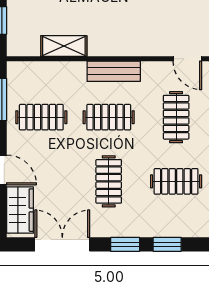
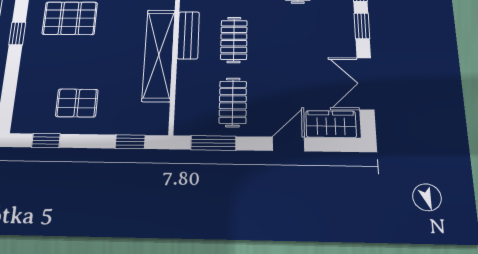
shelving: (64, 46) -> (159, 55), width x2.20, depth x1.33
clothes rail: (109, 181) -> (299, 40), removed

